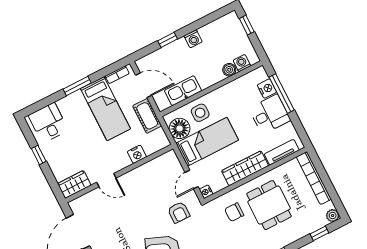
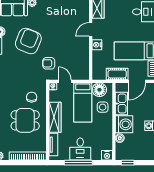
window: (247, 25) -> (128, 163), moved
washing machine: (242, 63) -> (124, 124), moved, width x1.89, depth x1.89
nightstand: (267, 89) -> (107, 155), moved
window: (282, 94) -> (78, 163), moved
nightstand: (137, 154) -> (97, 45), moved

